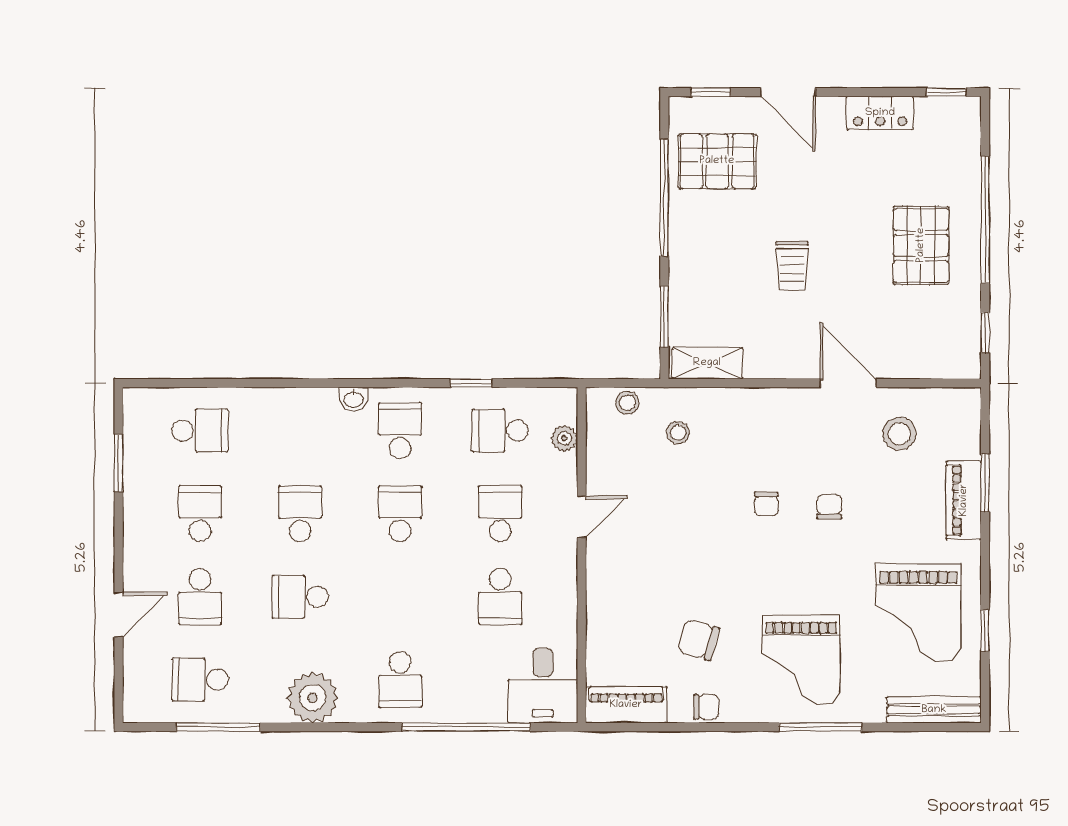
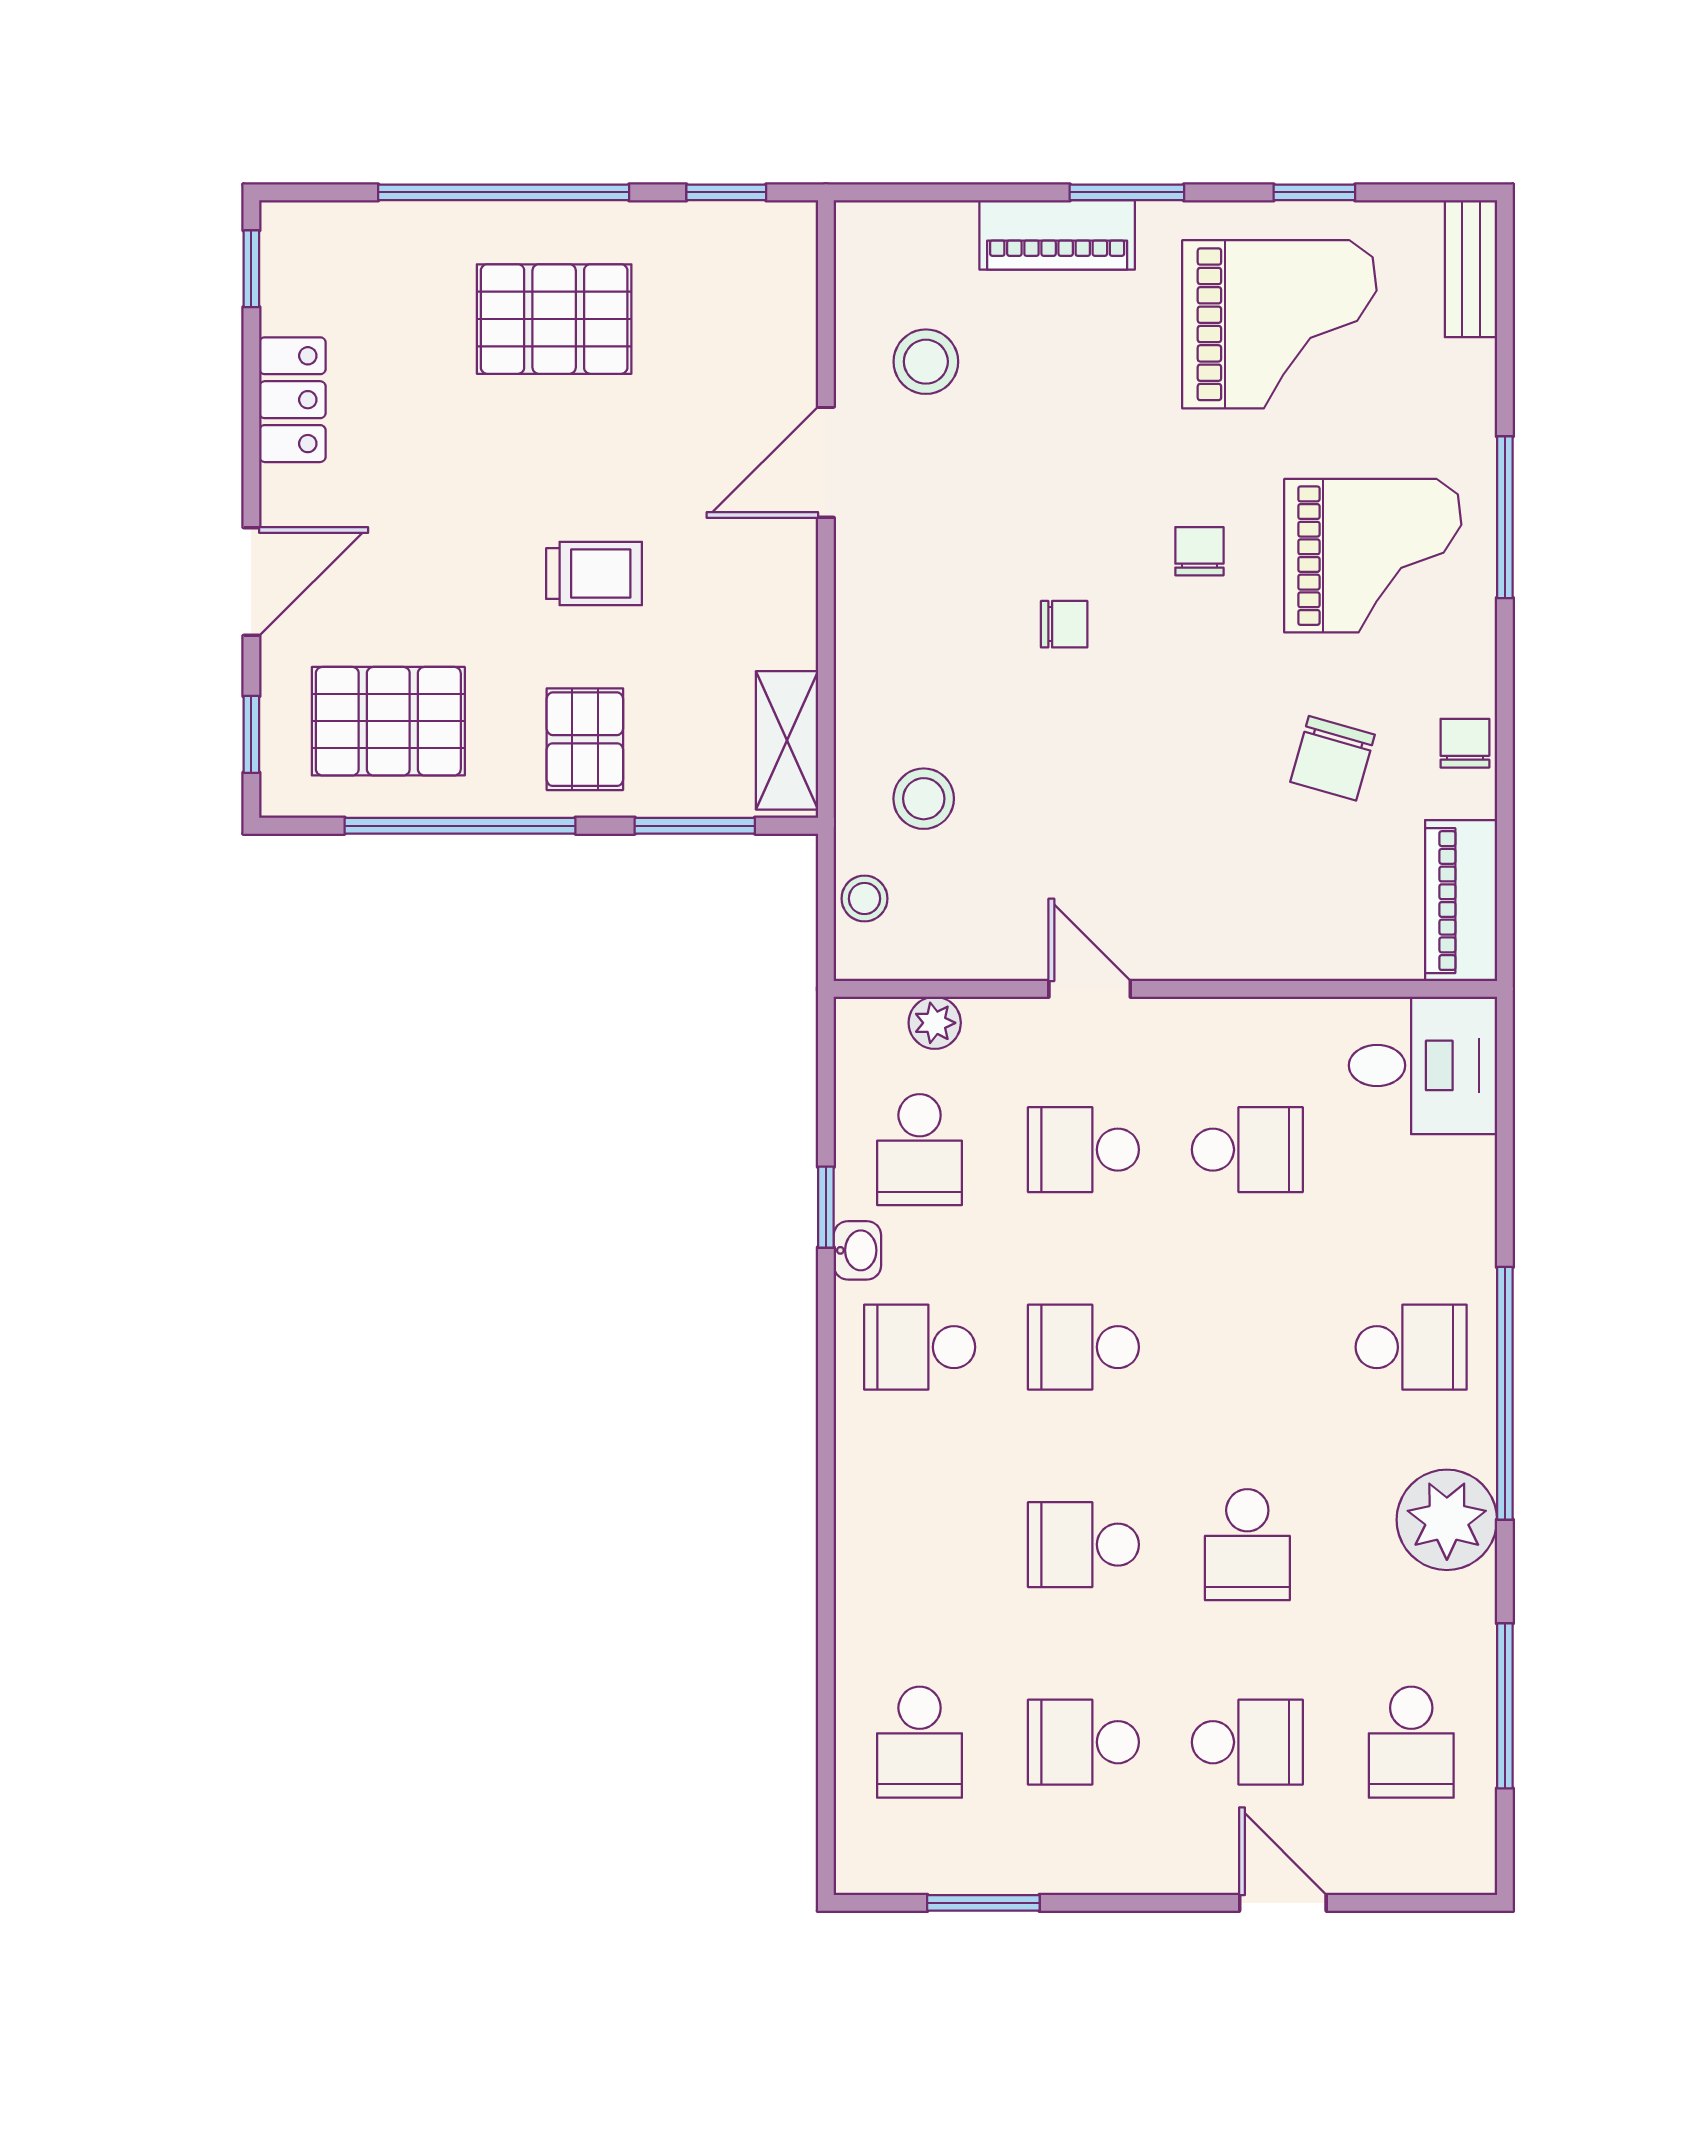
pallet: (717, 161) -> (388, 721), turned 90
pallet: (708, 261) -> (585, 739), added
washbasin: (354, 399) -> (857, 1250), moved
school desk: (200, 431) -> (920, 1742), turned 180
stool: (678, 433) -> (924, 799), width x1.37, depth x1.37
window: (985, 483) -> (1127, 192), moved
chair: (829, 507) -> (1199, 551), moved, turned 90
bench: (934, 710) -> (1471, 269), width x0.73
window: (466, 727) -> (1505, 1393), moved

